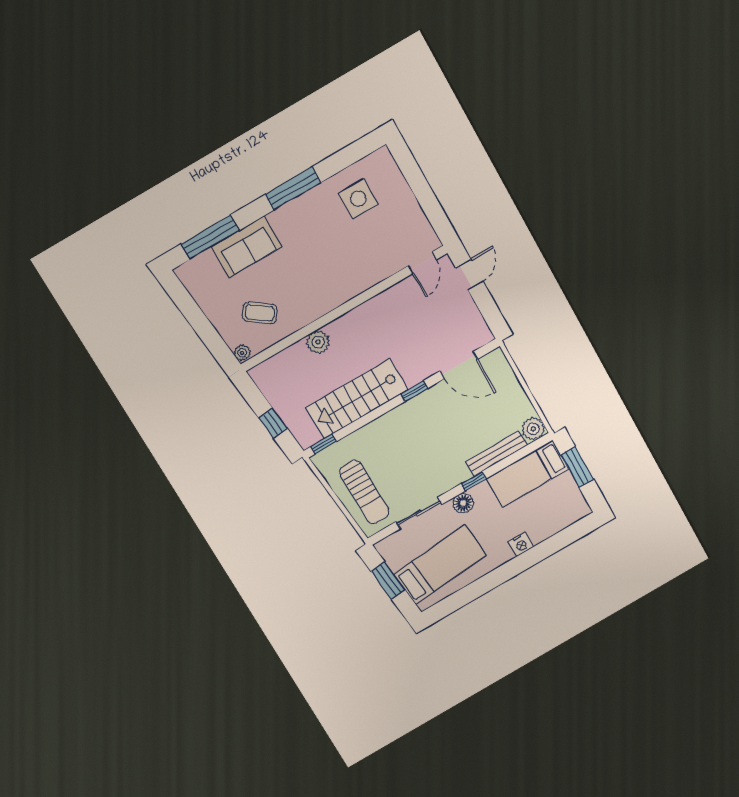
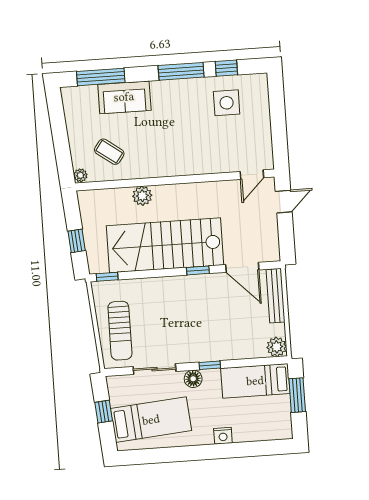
window: (340, 161) -> (226, 68), added
stairs: (357, 399) -> (165, 245), width x1.36, depth x1.51
bench: (496, 453) -> (275, 296), moved, turned 90
window: (388, 581) -> (104, 412), width x0.67

